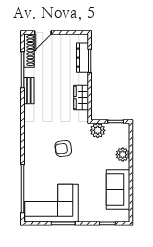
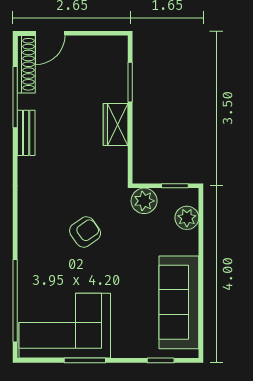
dresser: (83, 58) -> (118, 76), removed
wardrobe: (81, 98) -> (116, 124), moved
armchair: (63, 148) -> (85, 232), turned 152
plant: (123, 155) -> (187, 218), moved
sofa: (118, 190) -> (179, 302), width x1.36

